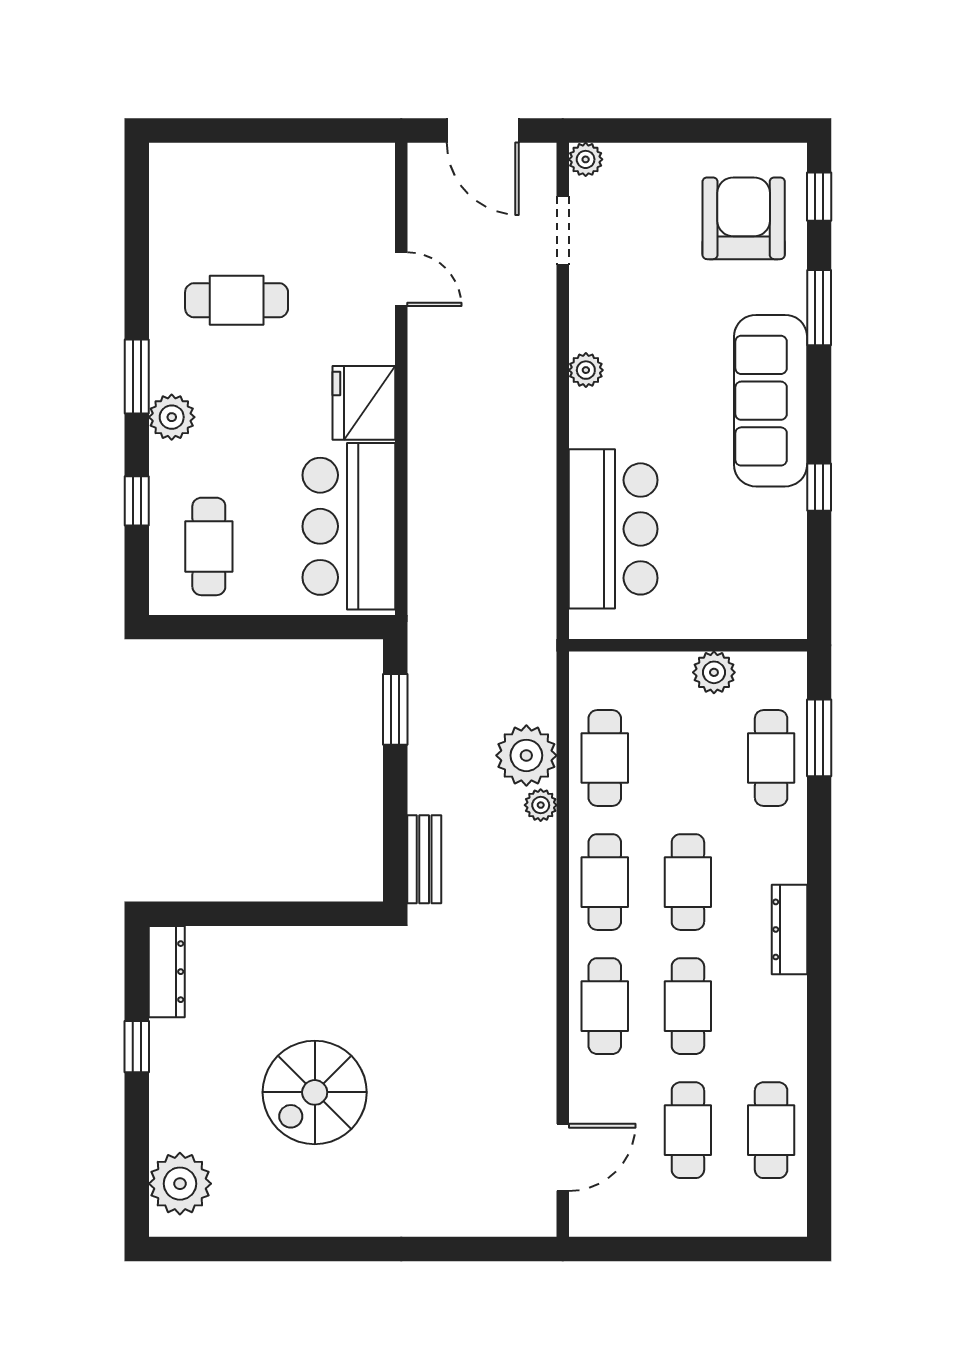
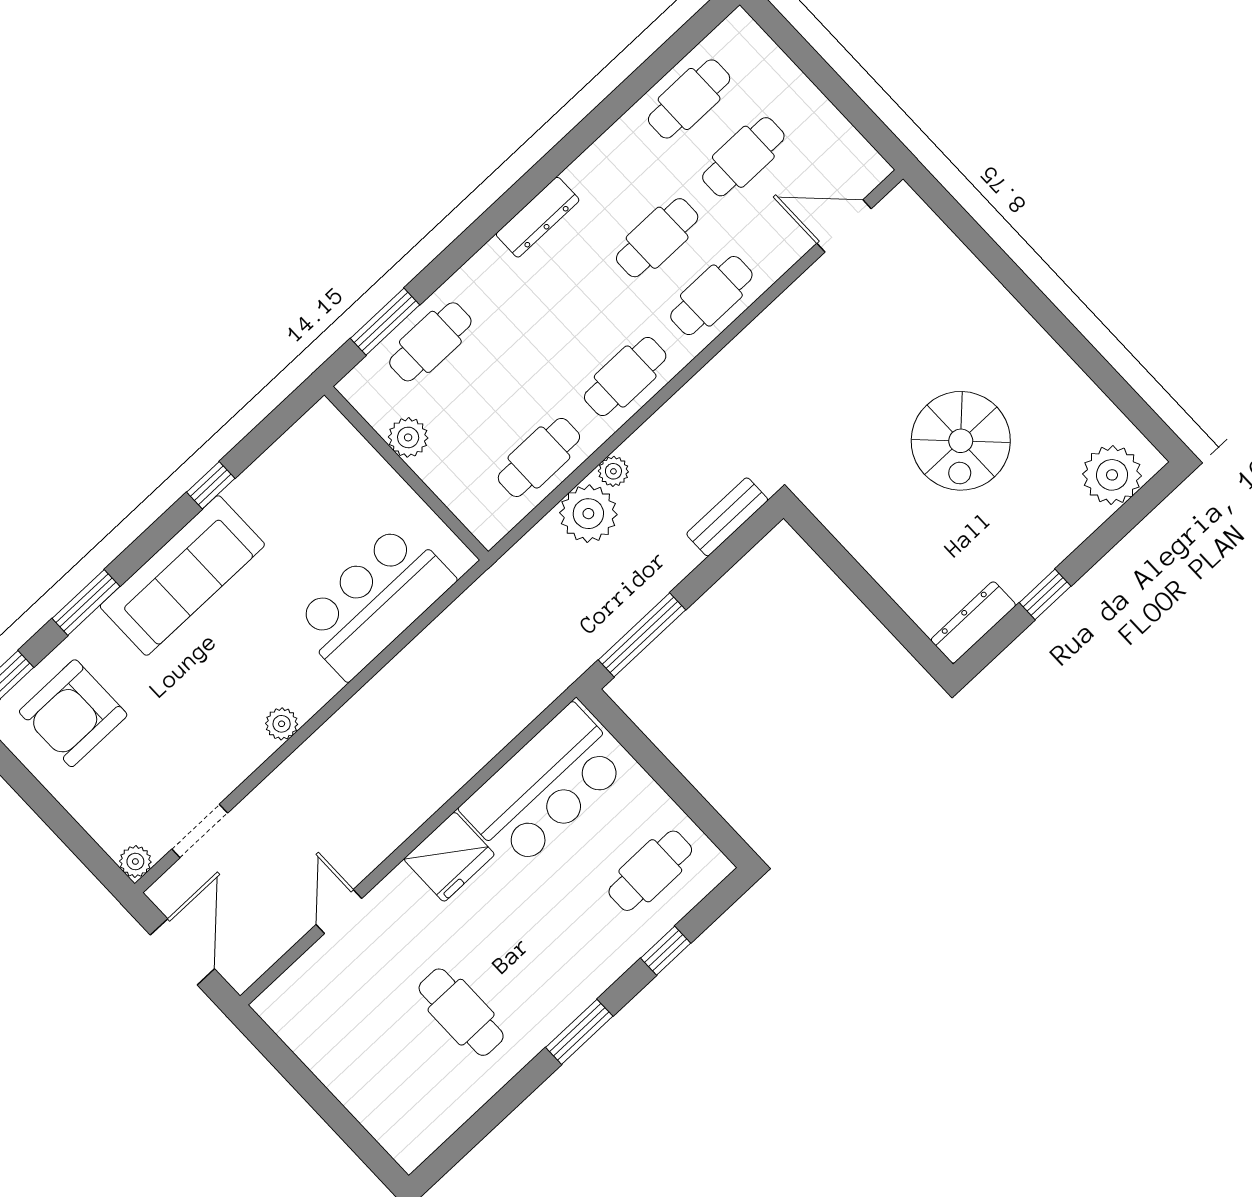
plant: (172, 417) -> (585, 981), removed
window: (395, 709) -> (642, 635), width x1.44
cafe table: (688, 882) -> (571, 319), removed
spiral stairs: (315, 1092) -> (961, 441), turned 90

